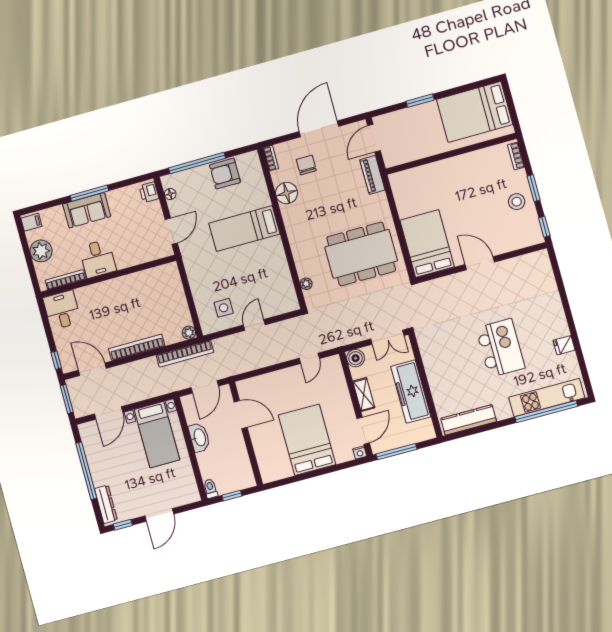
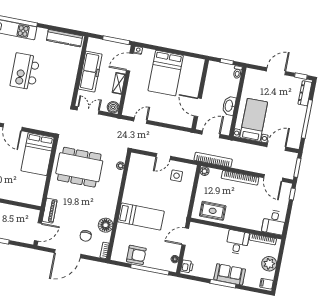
rug: (152, 284) -> (213, 211), added

